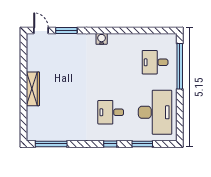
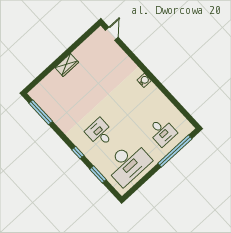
window: (66, 31) -> (128, 51), removed
desk: (155, 62) -> (162, 132), turned 180
wardrobe: (33, 89) -> (67, 65), width x0.67

